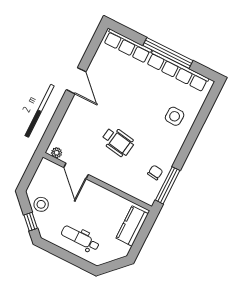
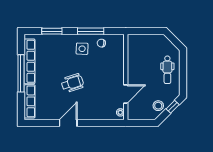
side table: (175, 116) -> (82, 49), moved
window: (201, 118) -> (52, 31), added
wheelchair: (118, 142) -> (72, 83), moved, turned 63
window: (168, 185) -> (91, 31), moved
kitchen counter: (132, 226) -> (143, 41), removed

